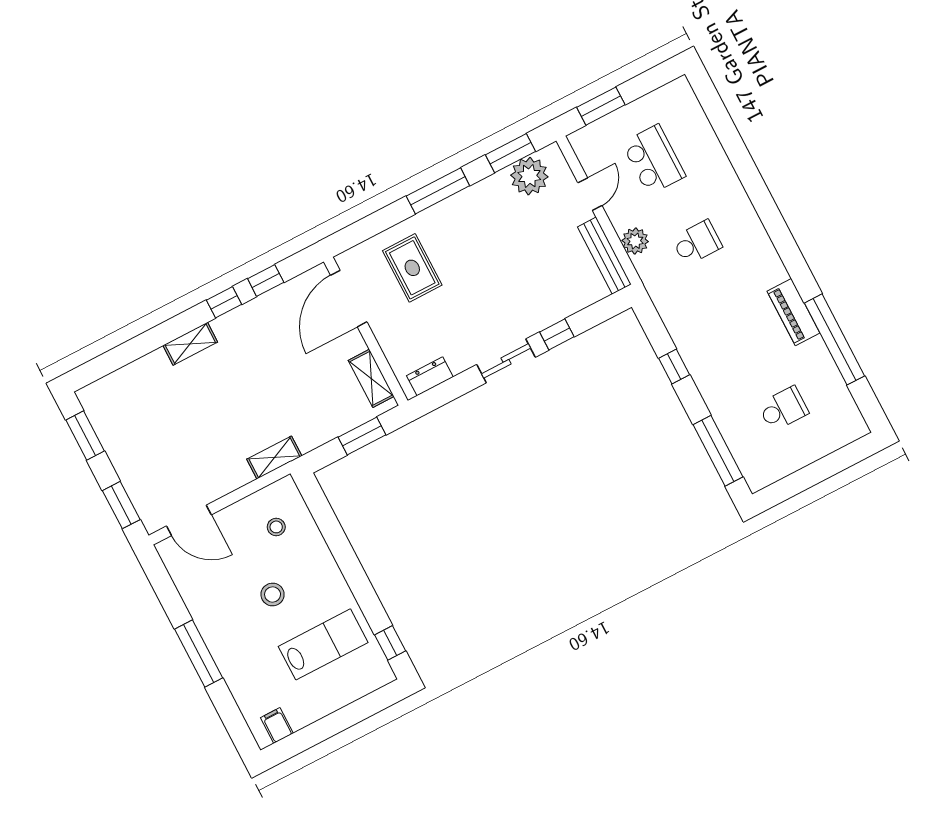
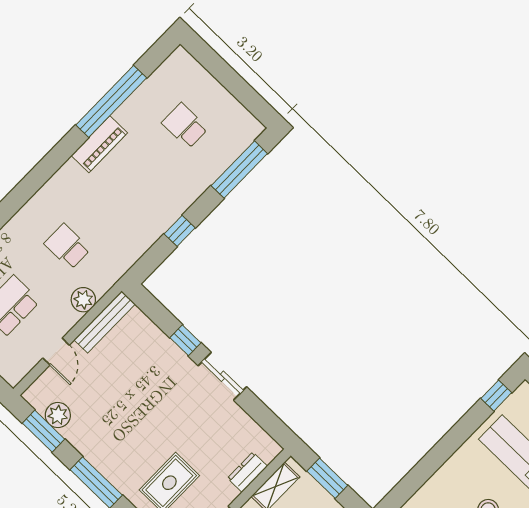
plant: (529, 176) -> (58, 415), width x0.73, depth x0.73
door: (590, 194) -> (56, 352), swing flipped
dresser: (430, 376) -> (247, 472), moved, turned 90

